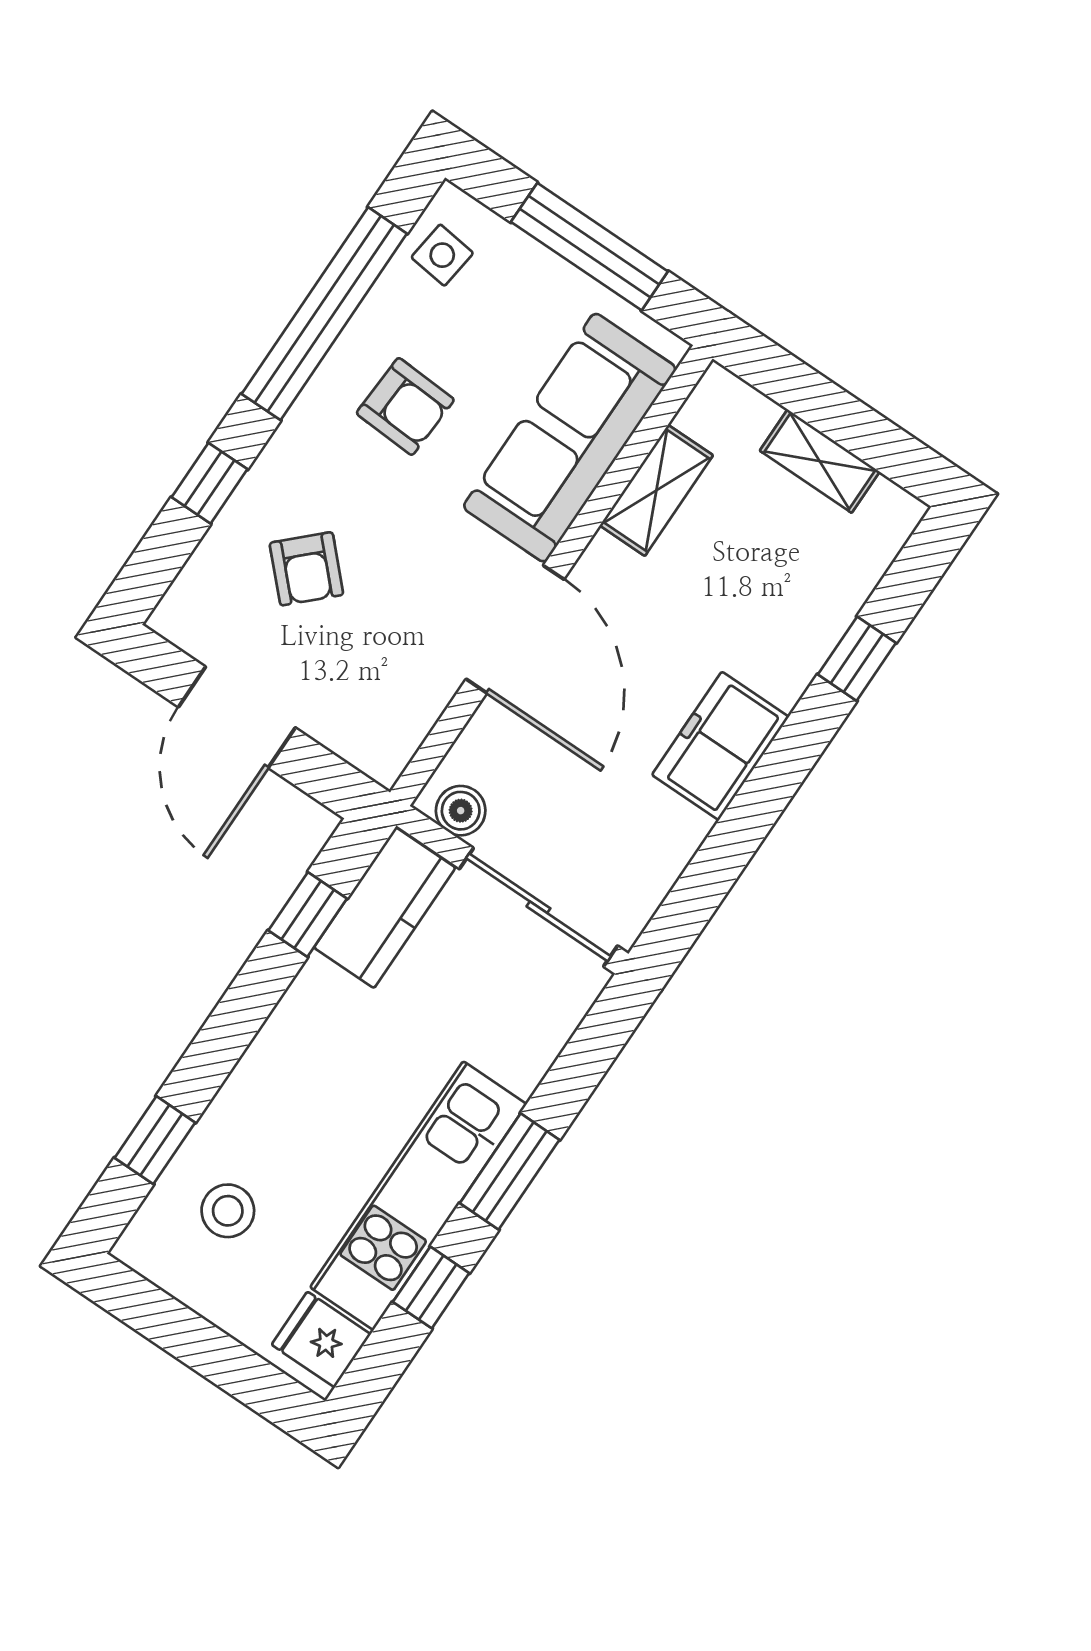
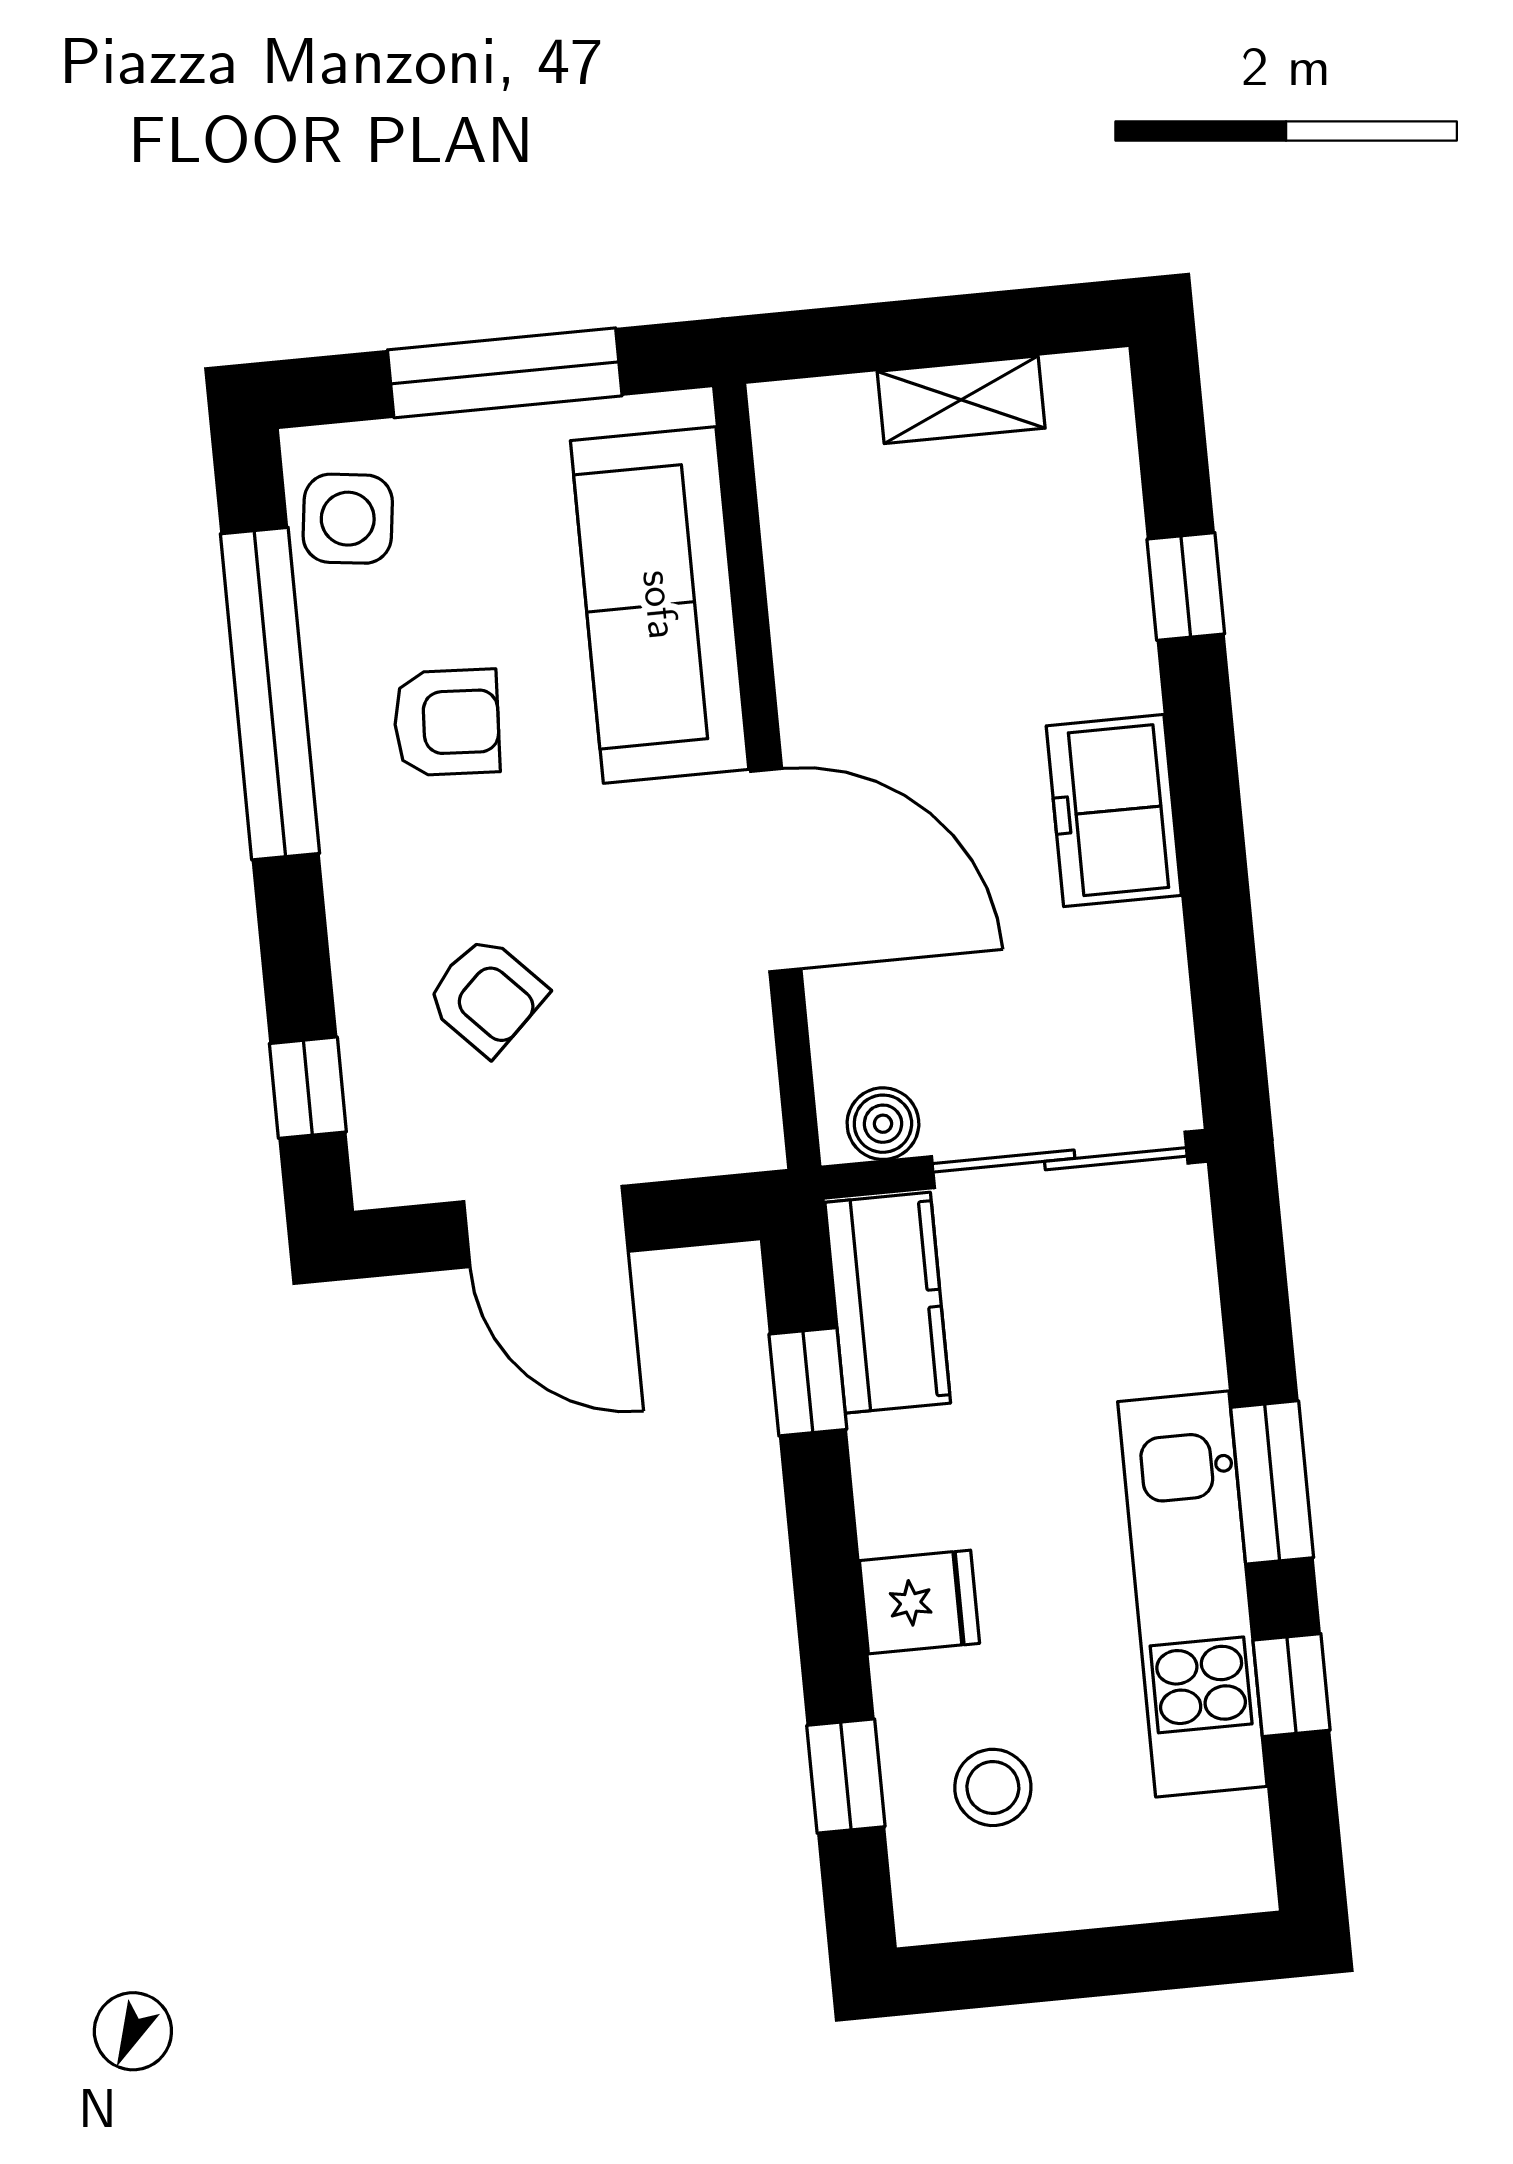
side table: (442, 255) -> (348, 519), width x1.37, depth x1.37
window: (210, 483) -> (308, 1088), moved
shelving: (656, 490) -> (805, 584), removed
fridge: (321, 1339) -> (919, 1602), moved, turned 180

